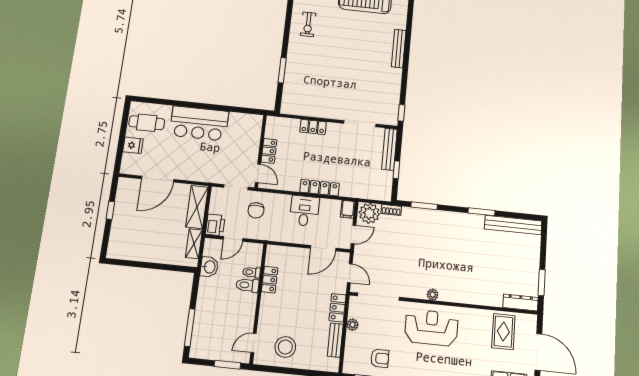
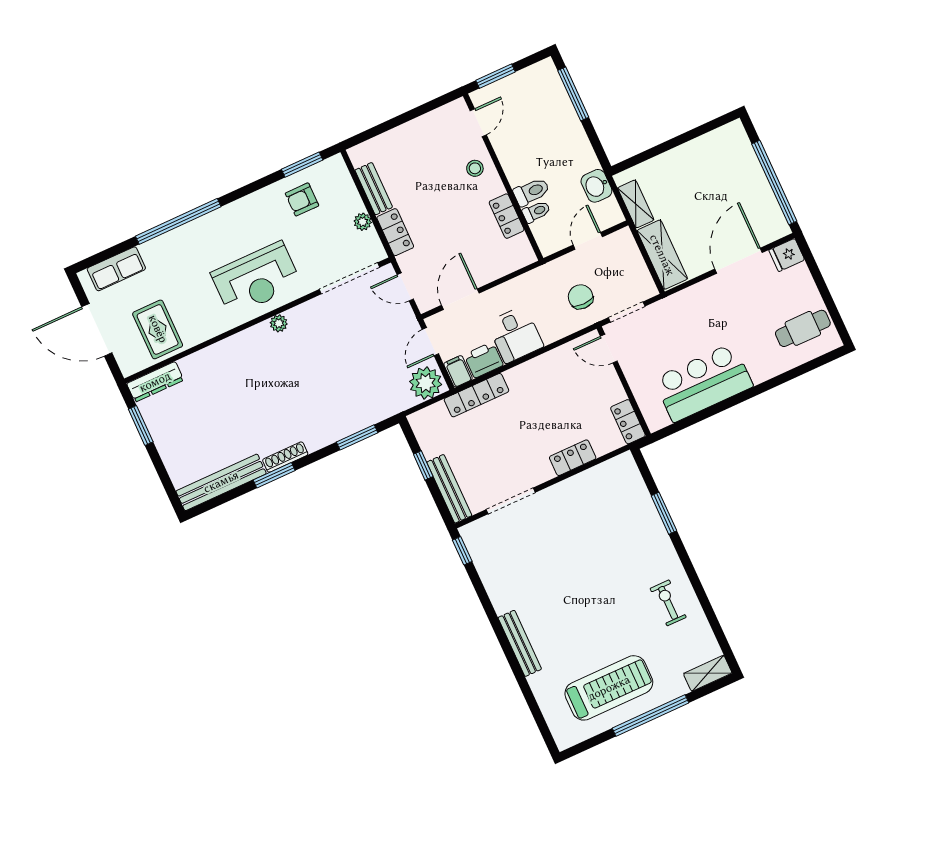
bar counter: (199, 123) -> (703, 383), moved
fridge: (133, 145) -> (787, 255), moved
locker: (269, 151) -> (628, 422), moved
locker: (320, 188) -> (476, 395), moved
window: (110, 210) -> (774, 182), width x3.17
shoe rack: (391, 210) -> (285, 457), moved, width x1.43
printer: (215, 225) -> (484, 360), moved, turned 90
stool: (285, 347) -> (475, 168), moved, width x0.53, depth x0.53

